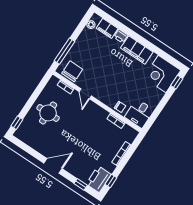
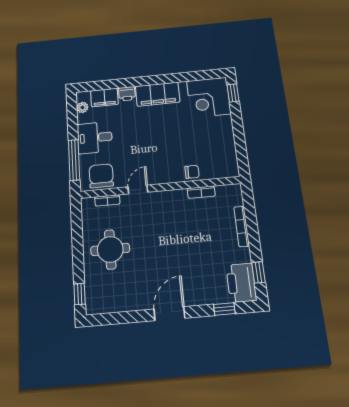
door: (85, 94) -> (138, 189), swing flipped
desk: (139, 113) -> (95, 138), moved, turned 90

